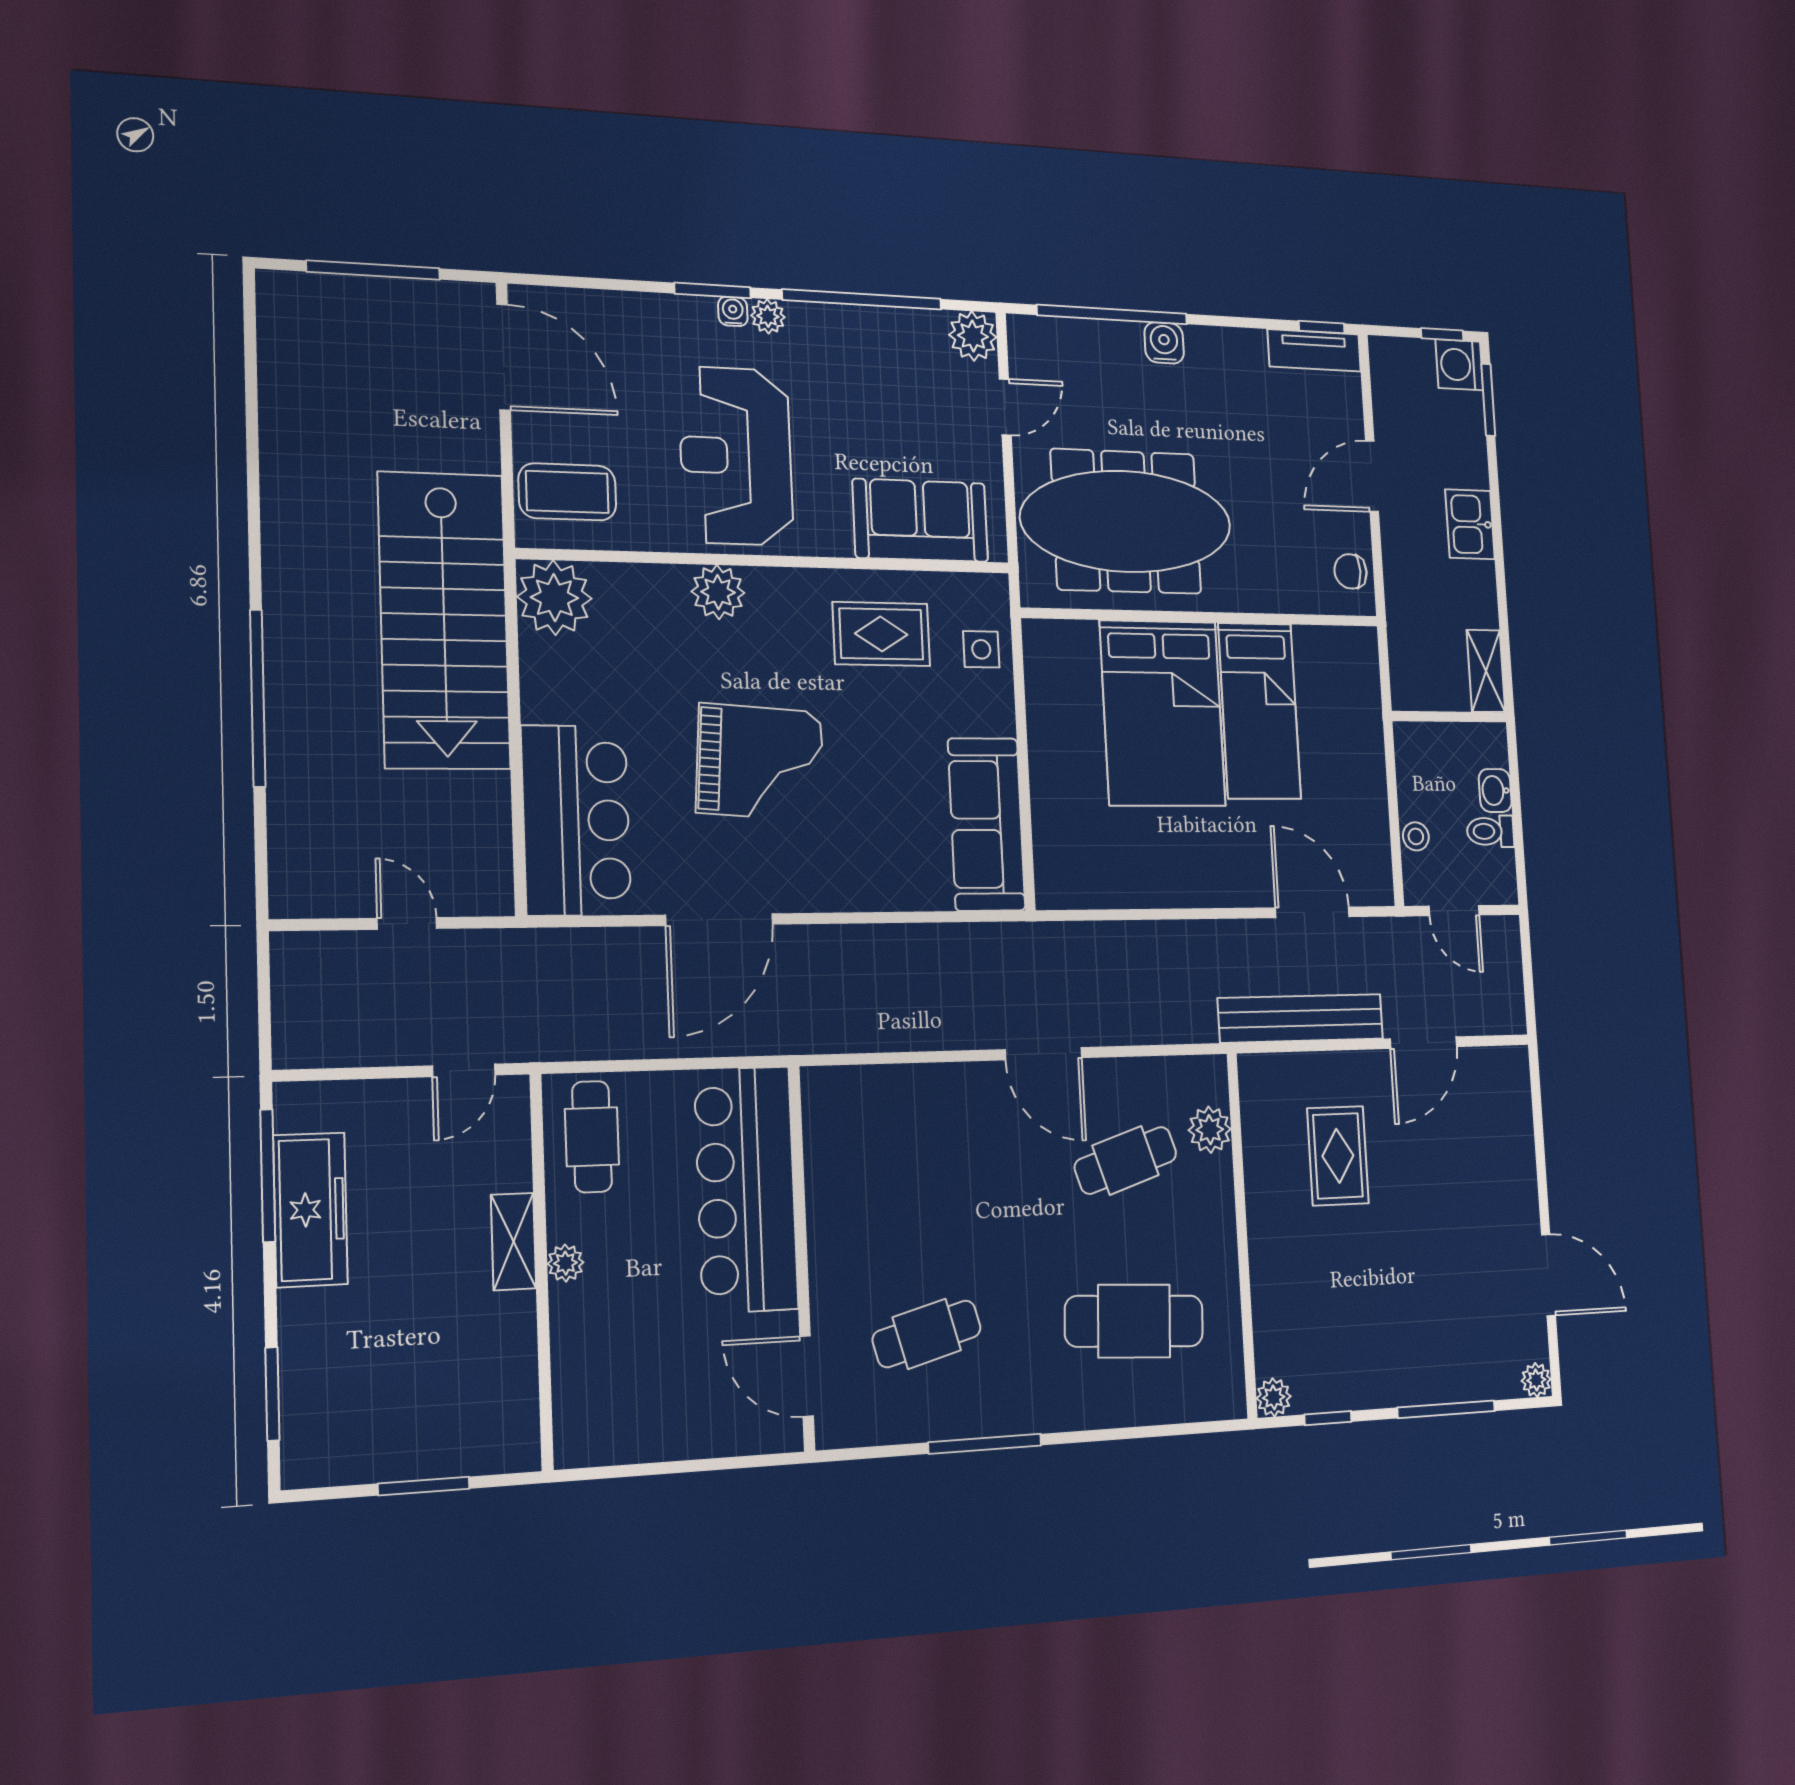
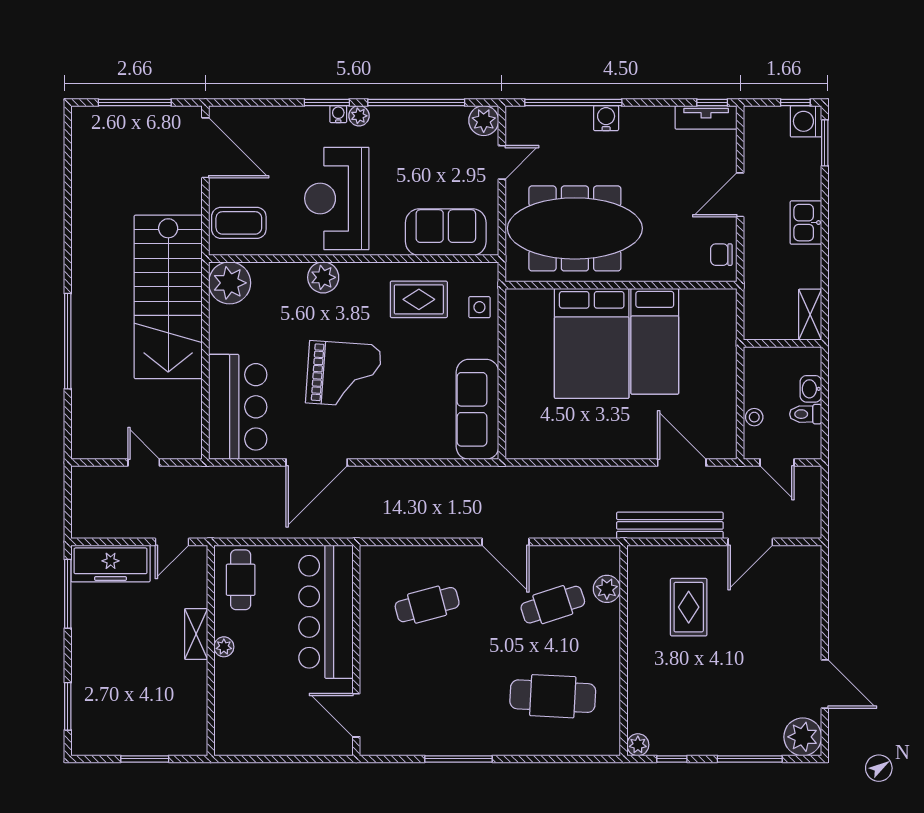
freezer: (310, 1210) -> (111, 563), moved, turned 90
cafe table: (927, 1334) -> (427, 605), moved
plant: (1536, 1380) -> (803, 737), width x1.87, depth x1.87

